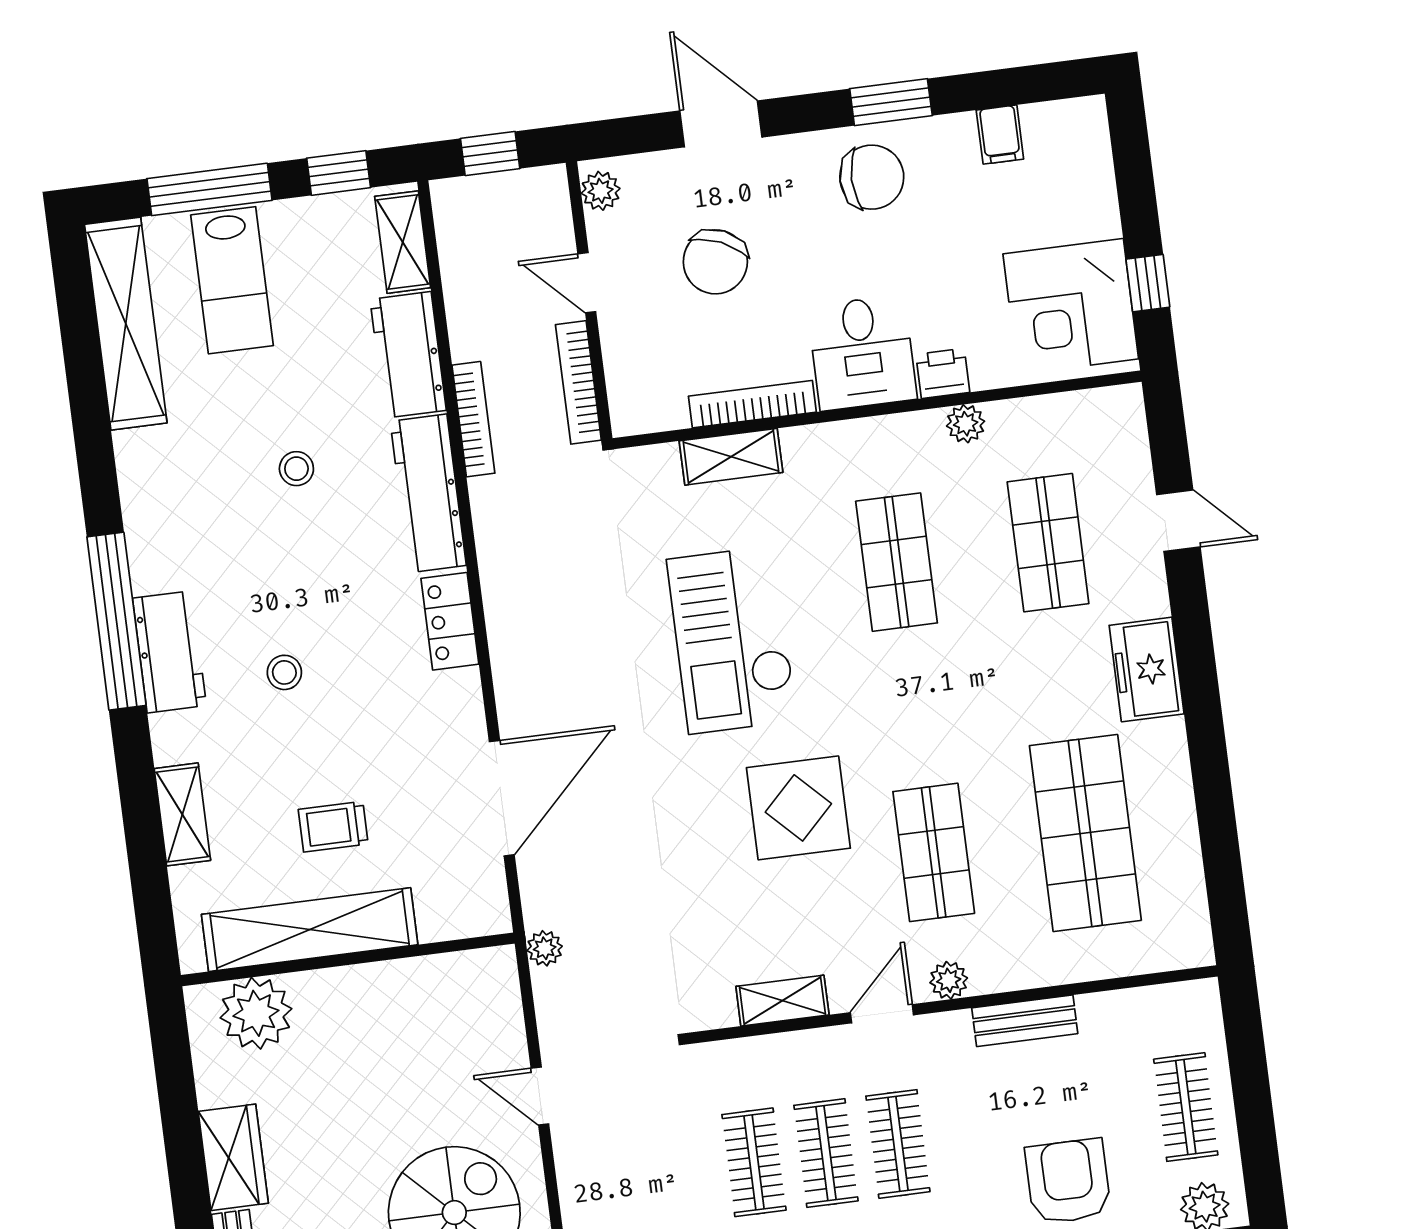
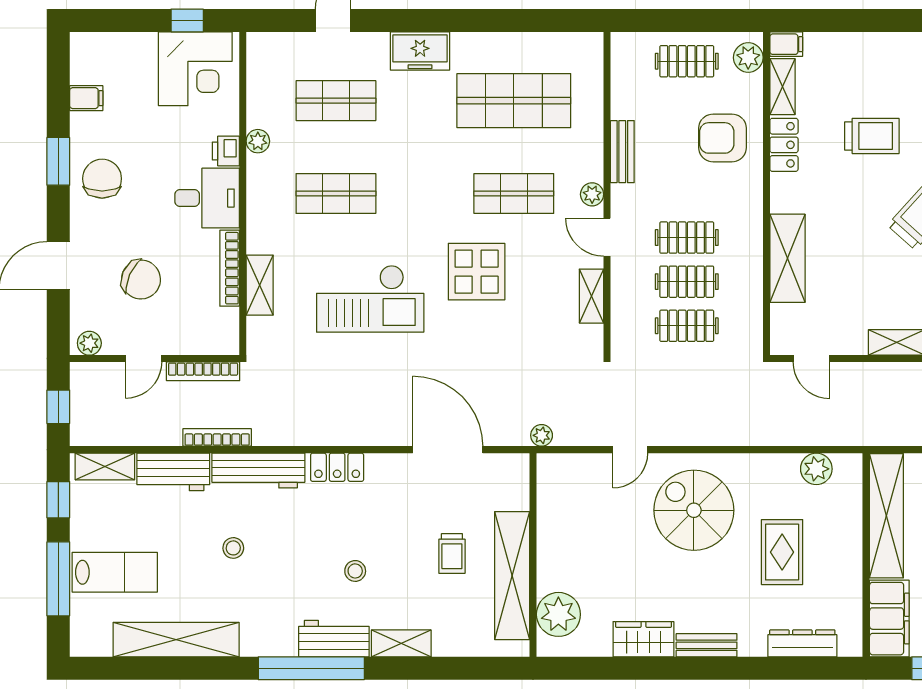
shelving: (126, 324) -> (176, 640), moved
shelving: (182, 814) -> (401, 643), moved

